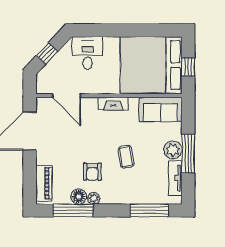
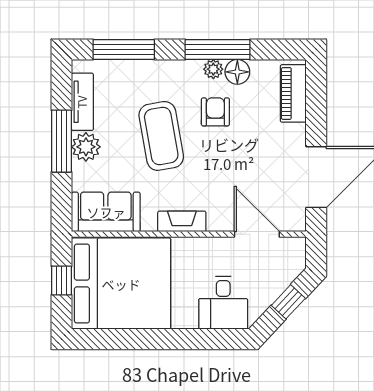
coffee table: (126, 157) -> (161, 136), width x1.86, depth x1.72
window: (73, 210) -> (218, 49), moved

